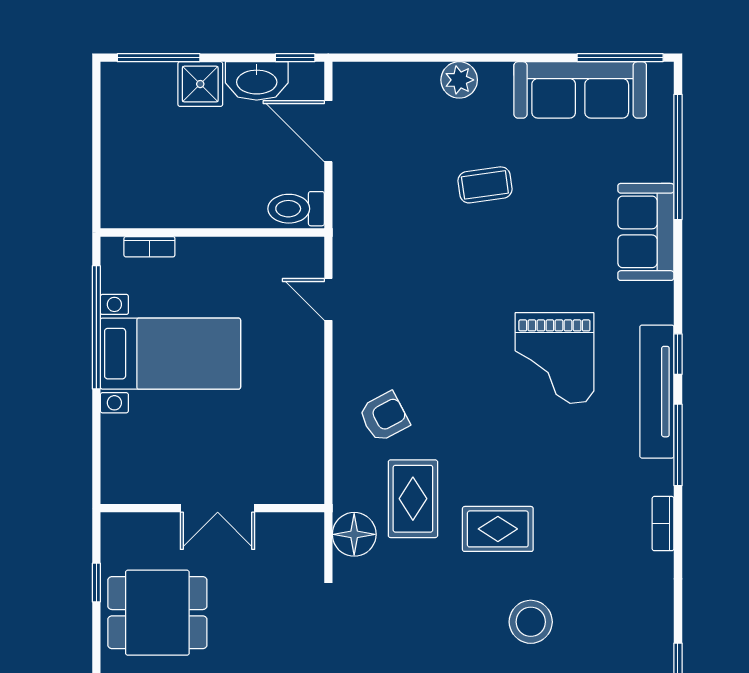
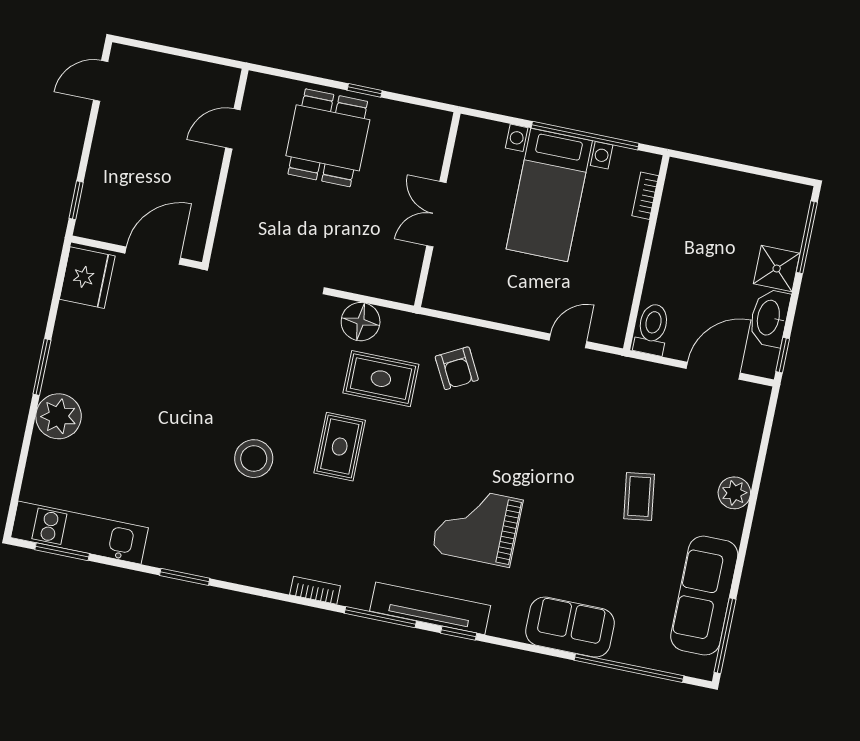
wall: (212, 508) -> (437, 210), moved
double door: (218, 508) -> (436, 214), moved

